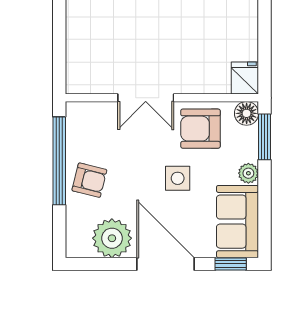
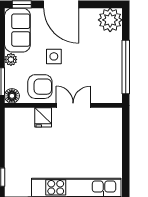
fridge: (245, 78) -> (43, 117), moved
armchair: (89, 180) -> (107, 55), removed
plant: (112, 238) -> (110, 20), moved

